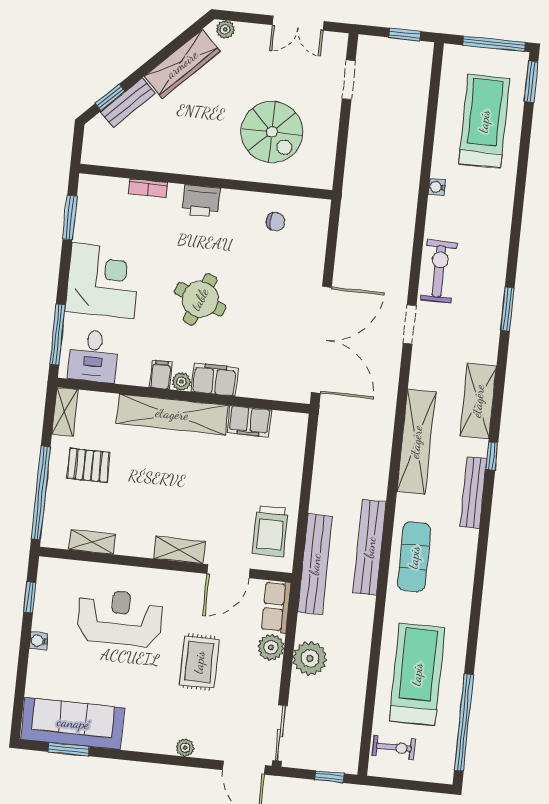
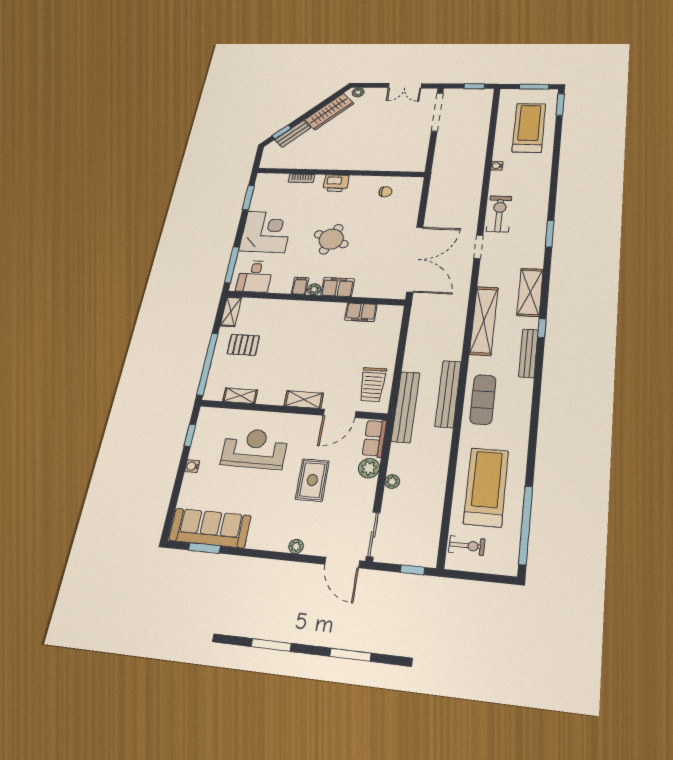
window: (494, 44) -> (534, 87), width x0.69
doorway: (349, 80) -> (437, 112), width x1.88
spiral stairs: (272, 132) -> (385, 143), removed
shelving: (172, 414) -> (306, 310), removed
plant: (310, 658) -> (392, 482), width x0.53, depth x0.53

